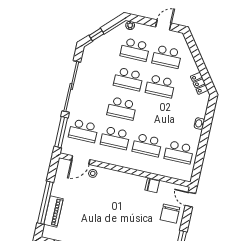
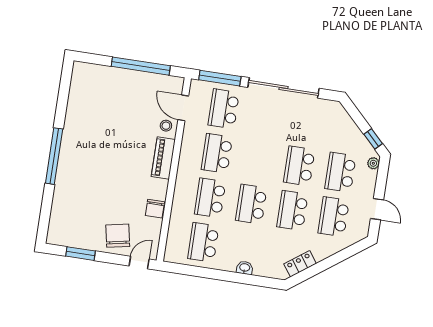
window: (96, 35) -> (373, 139), moved
school desk: (122, 109) -> (251, 204), moved
window: (45, 203) -> (141, 66), moved
piano: (54, 212) -> (163, 158), moved, turned 90
chair: (170, 214) -> (118, 236), turned 79

